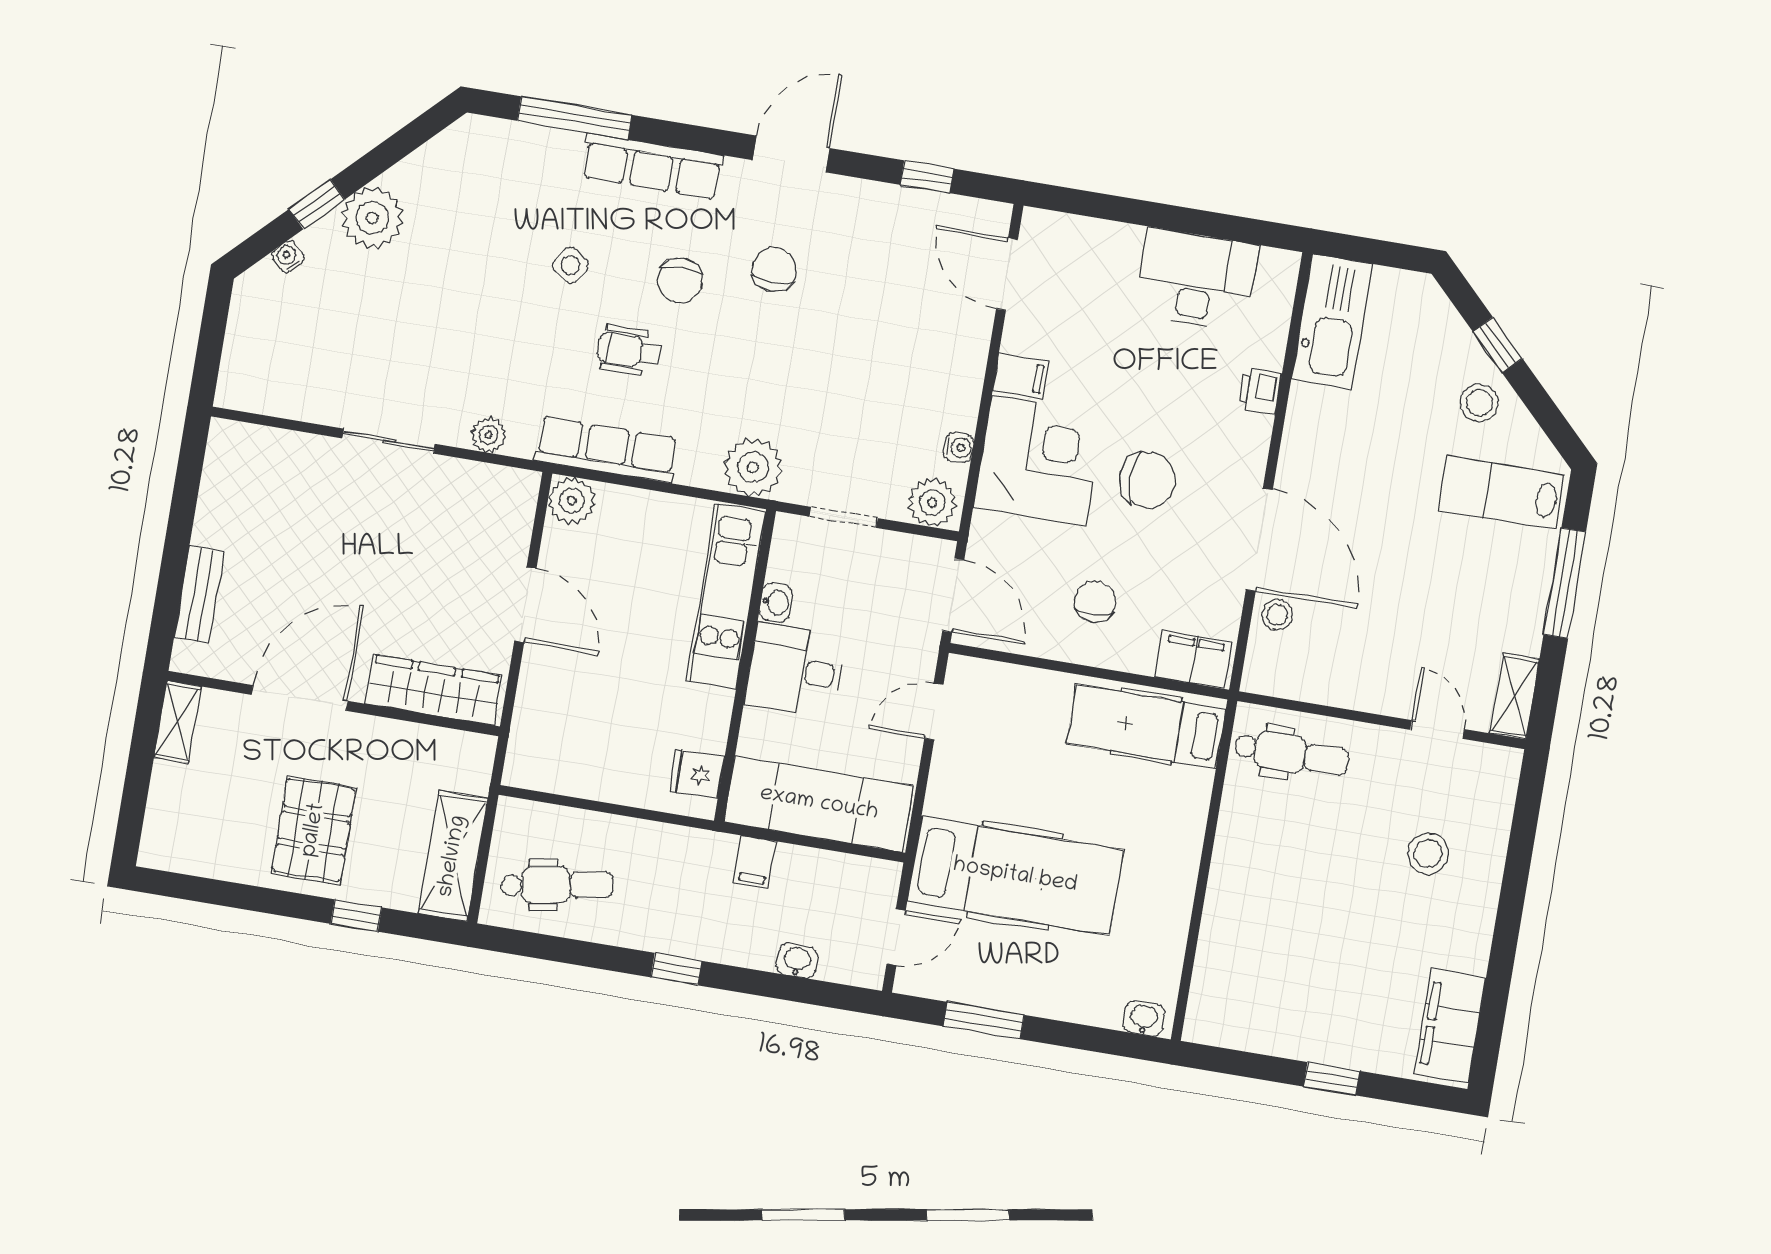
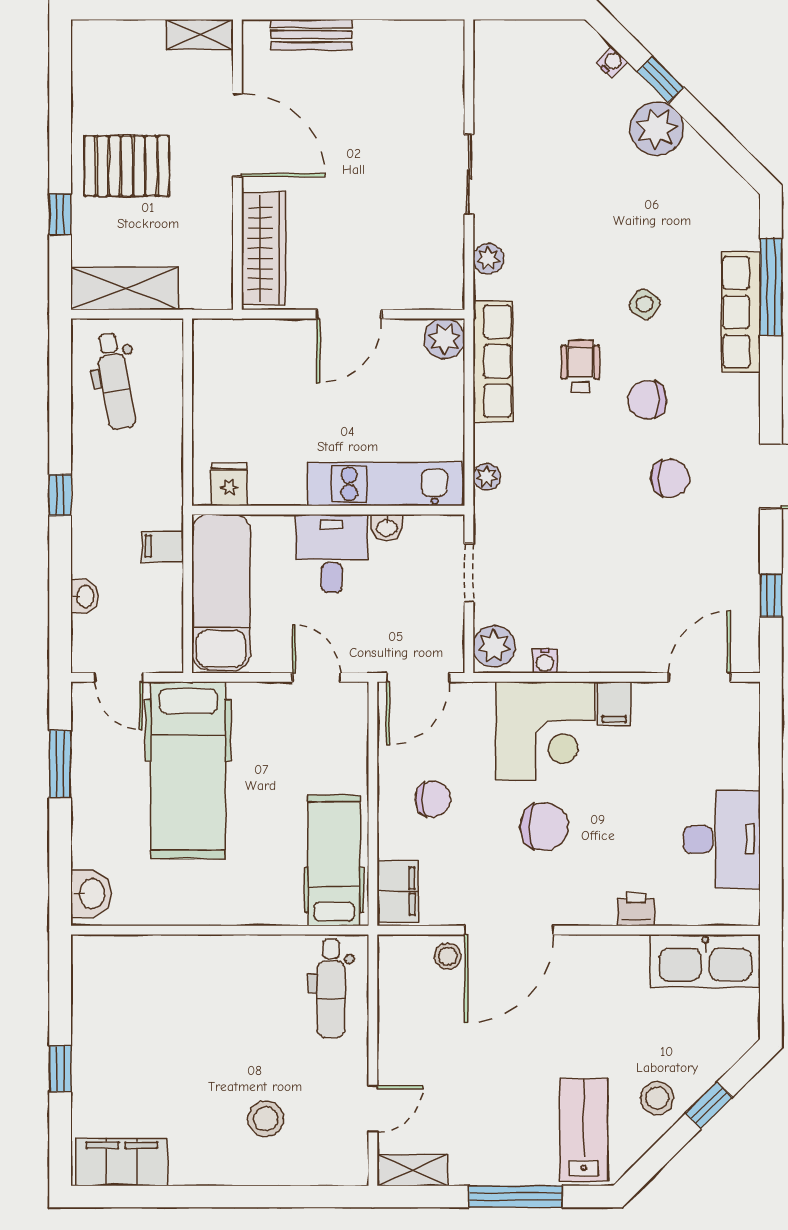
row of seats: (652, 166) -> (741, 312), moved
plant: (753, 467) -> (487, 477), width x0.53, depth x0.53
chair: (1148, 480) -> (544, 827), turned -90
washbasin: (1144, 1019) -> (91, 894), width x1.38, depth x1.45

